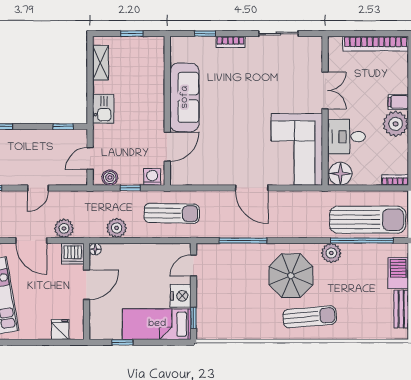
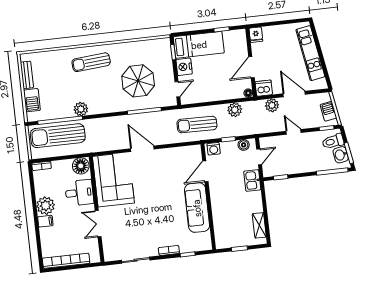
kitchen sink: (103, 109) -> (252, 180), moved
door: (38, 188) -> (294, 132), hinge flipped
parasol: (291, 276) -> (138, 81), moved
fridge: (60, 329) -> (256, 35), moved

